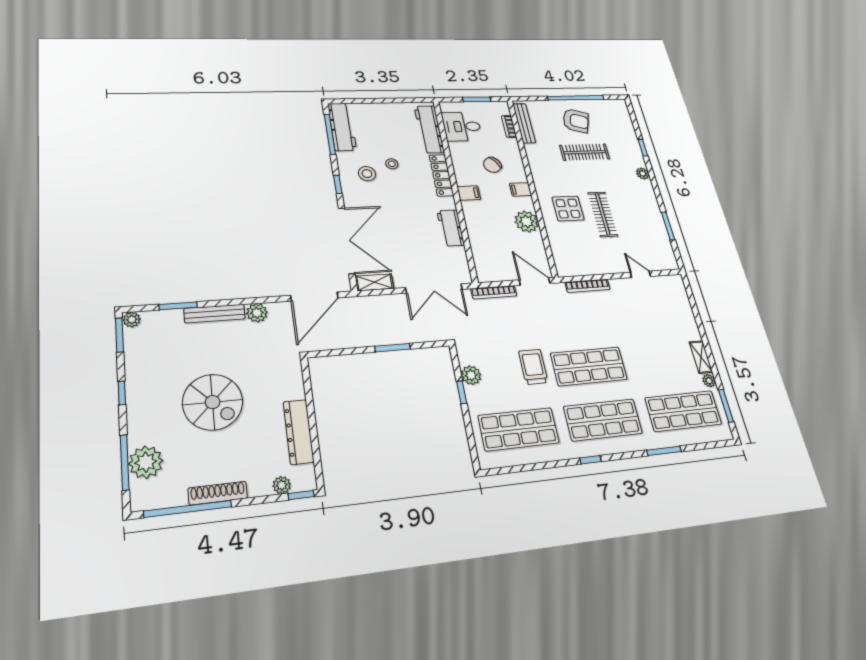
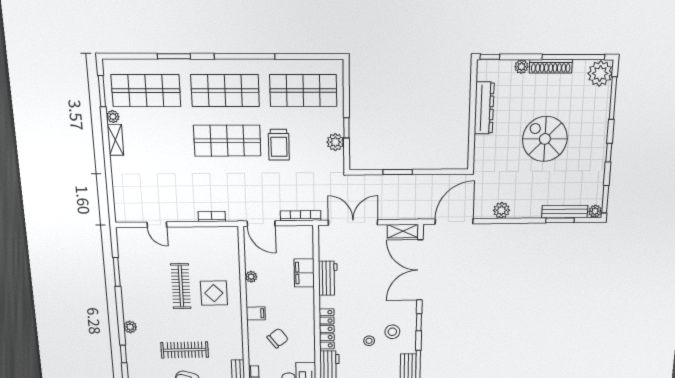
filing cabinet: (469, 193) -> (304, 273), moved, width x2.00
plant: (527, 221) -> (251, 277), width x0.53, depth x0.53
bookcase: (587, 286) -> (212, 217), width x0.64
bench: (215, 314) -> (565, 212), moved
window: (591, 460) -> (245, 56), width x3.17
plant: (146, 462) -> (600, 73), moved
plant: (282, 485) -> (521, 67), moved

